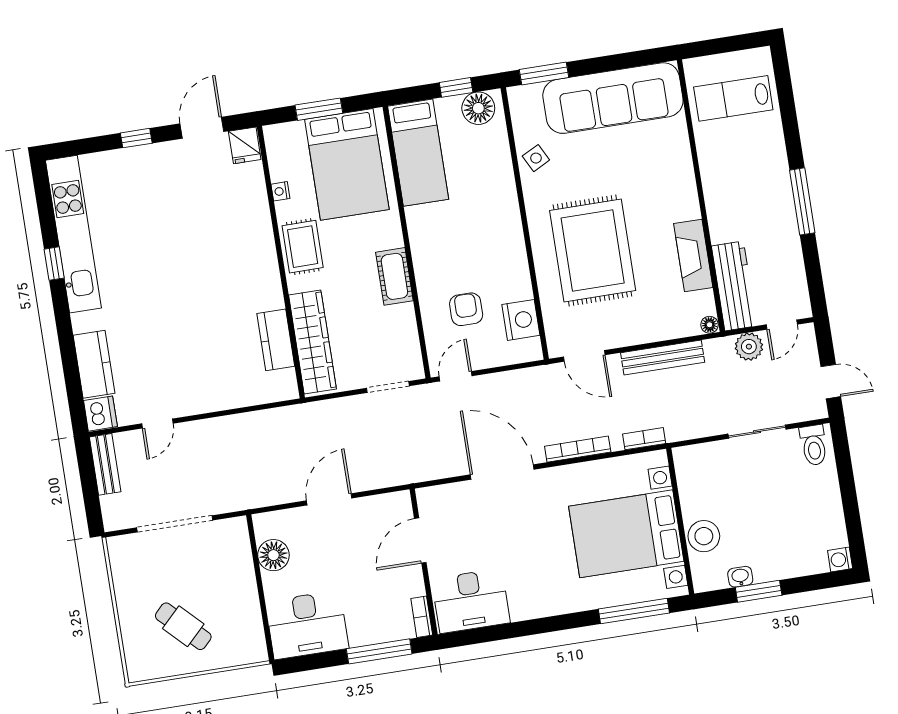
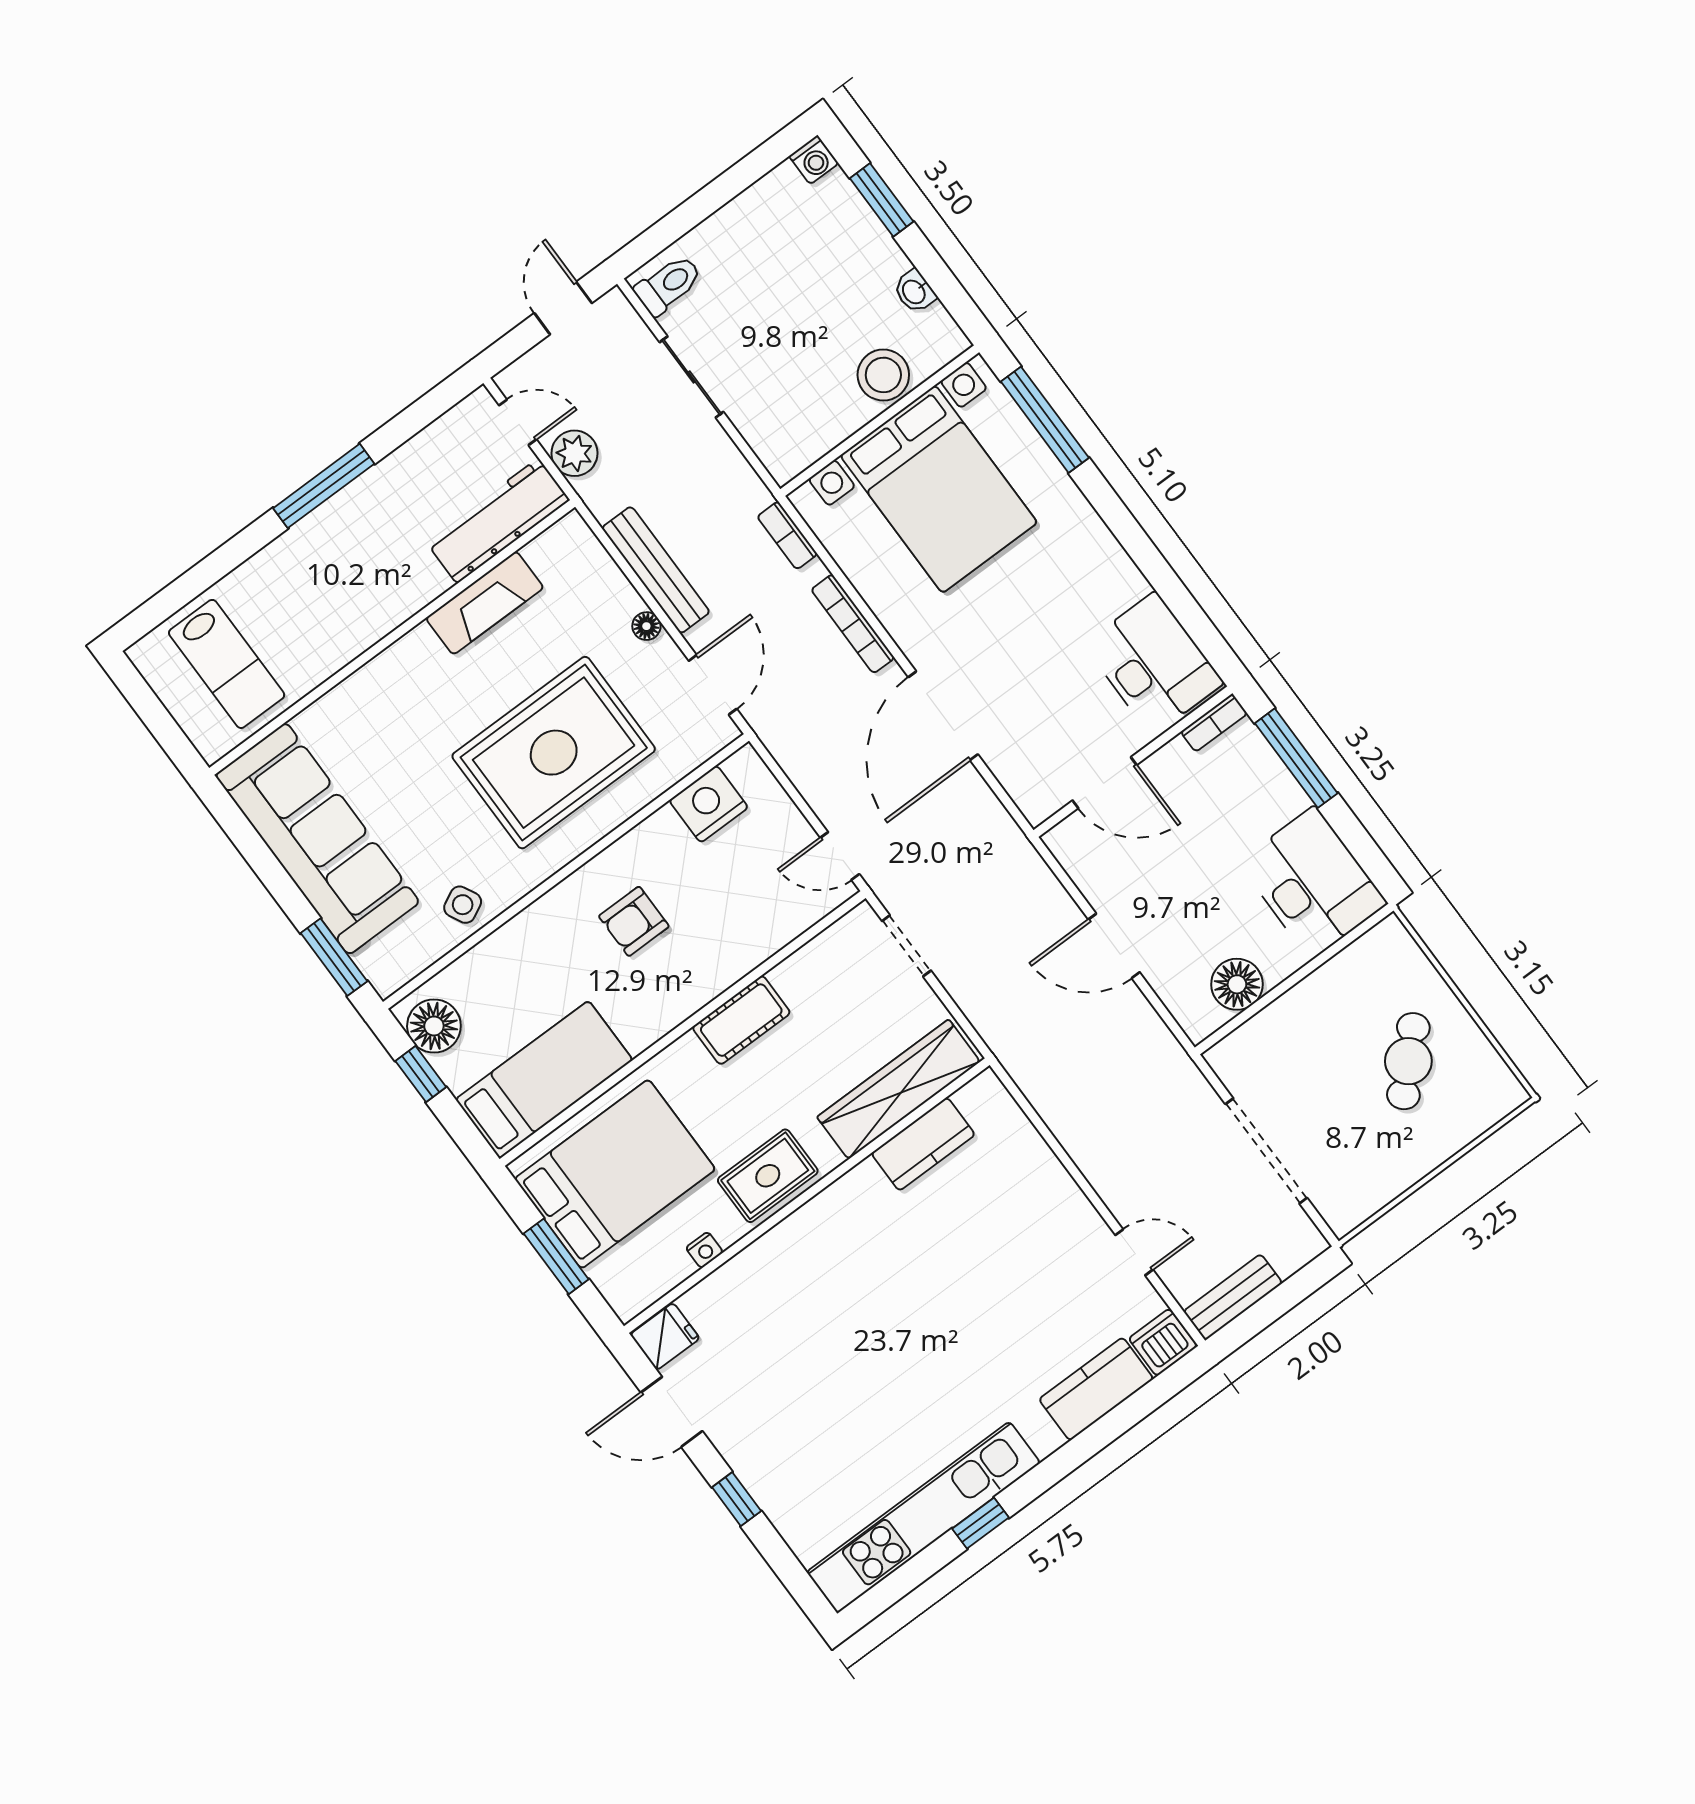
armchair: (466, 309) -> (634, 921), moved
floor lamp: (710, 325) -> (646, 626), moved
window: (759, 591) -> (882, 200), moved

